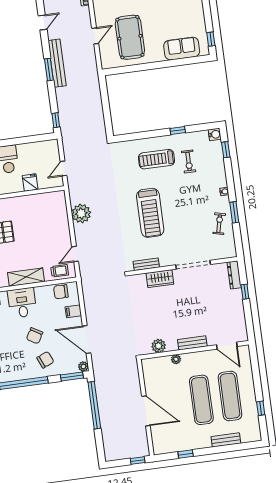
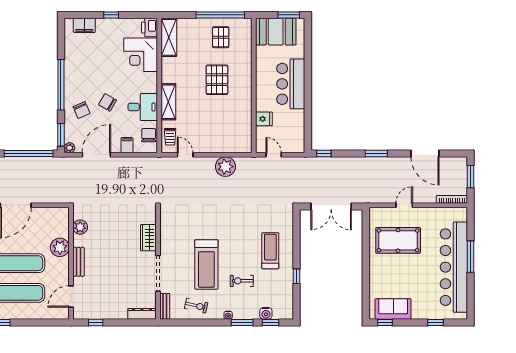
door: (43, 23) -> (425, 154), width x1.88
door: (95, 36) -> (404, 205), swing flipped
sofa: (182, 49) -> (393, 309), moved, turned -90
bench: (57, 63) -> (382, 163), removed
double door: (106, 106) -> (331, 206), added
water cooler: (215, 134) -> (266, 313), moved
exercise bike: (189, 161) -> (242, 281), moved
window: (234, 212) -> (242, 322), moved
treadmill: (150, 213) -> (206, 264), moved, turned -90
bench: (146, 264) -> (165, 306), moved
window: (245, 292) -> (96, 322), moved
desk: (22, 303) -> (143, 107), moved
plant: (176, 359) -> (60, 247), width x1.87, depth x1.87

